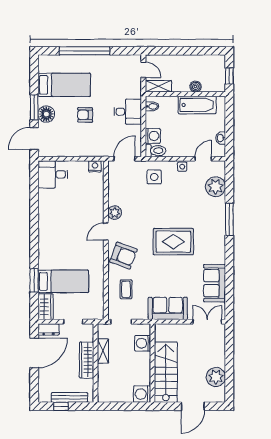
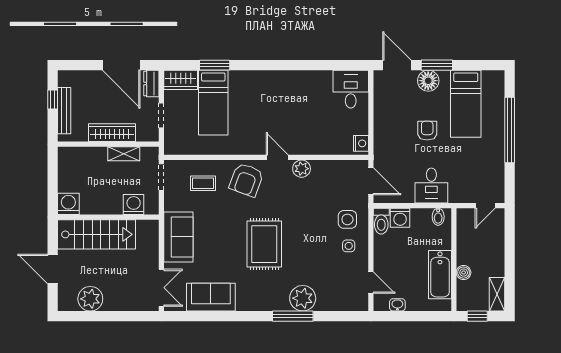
shelving: (158, 86) -> (497, 294), moved
side table: (182, 167) -> (349, 246), moved
plant: (215, 187) -> (303, 298), moved

